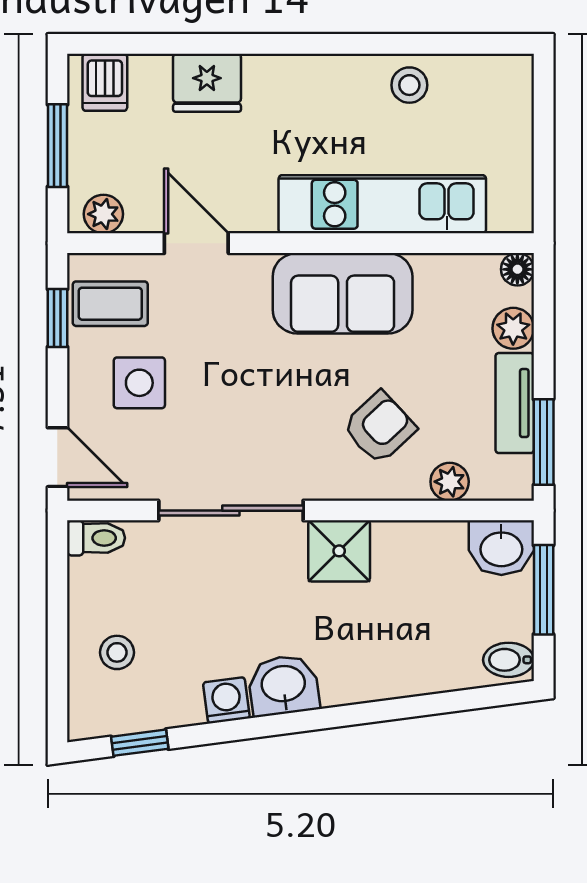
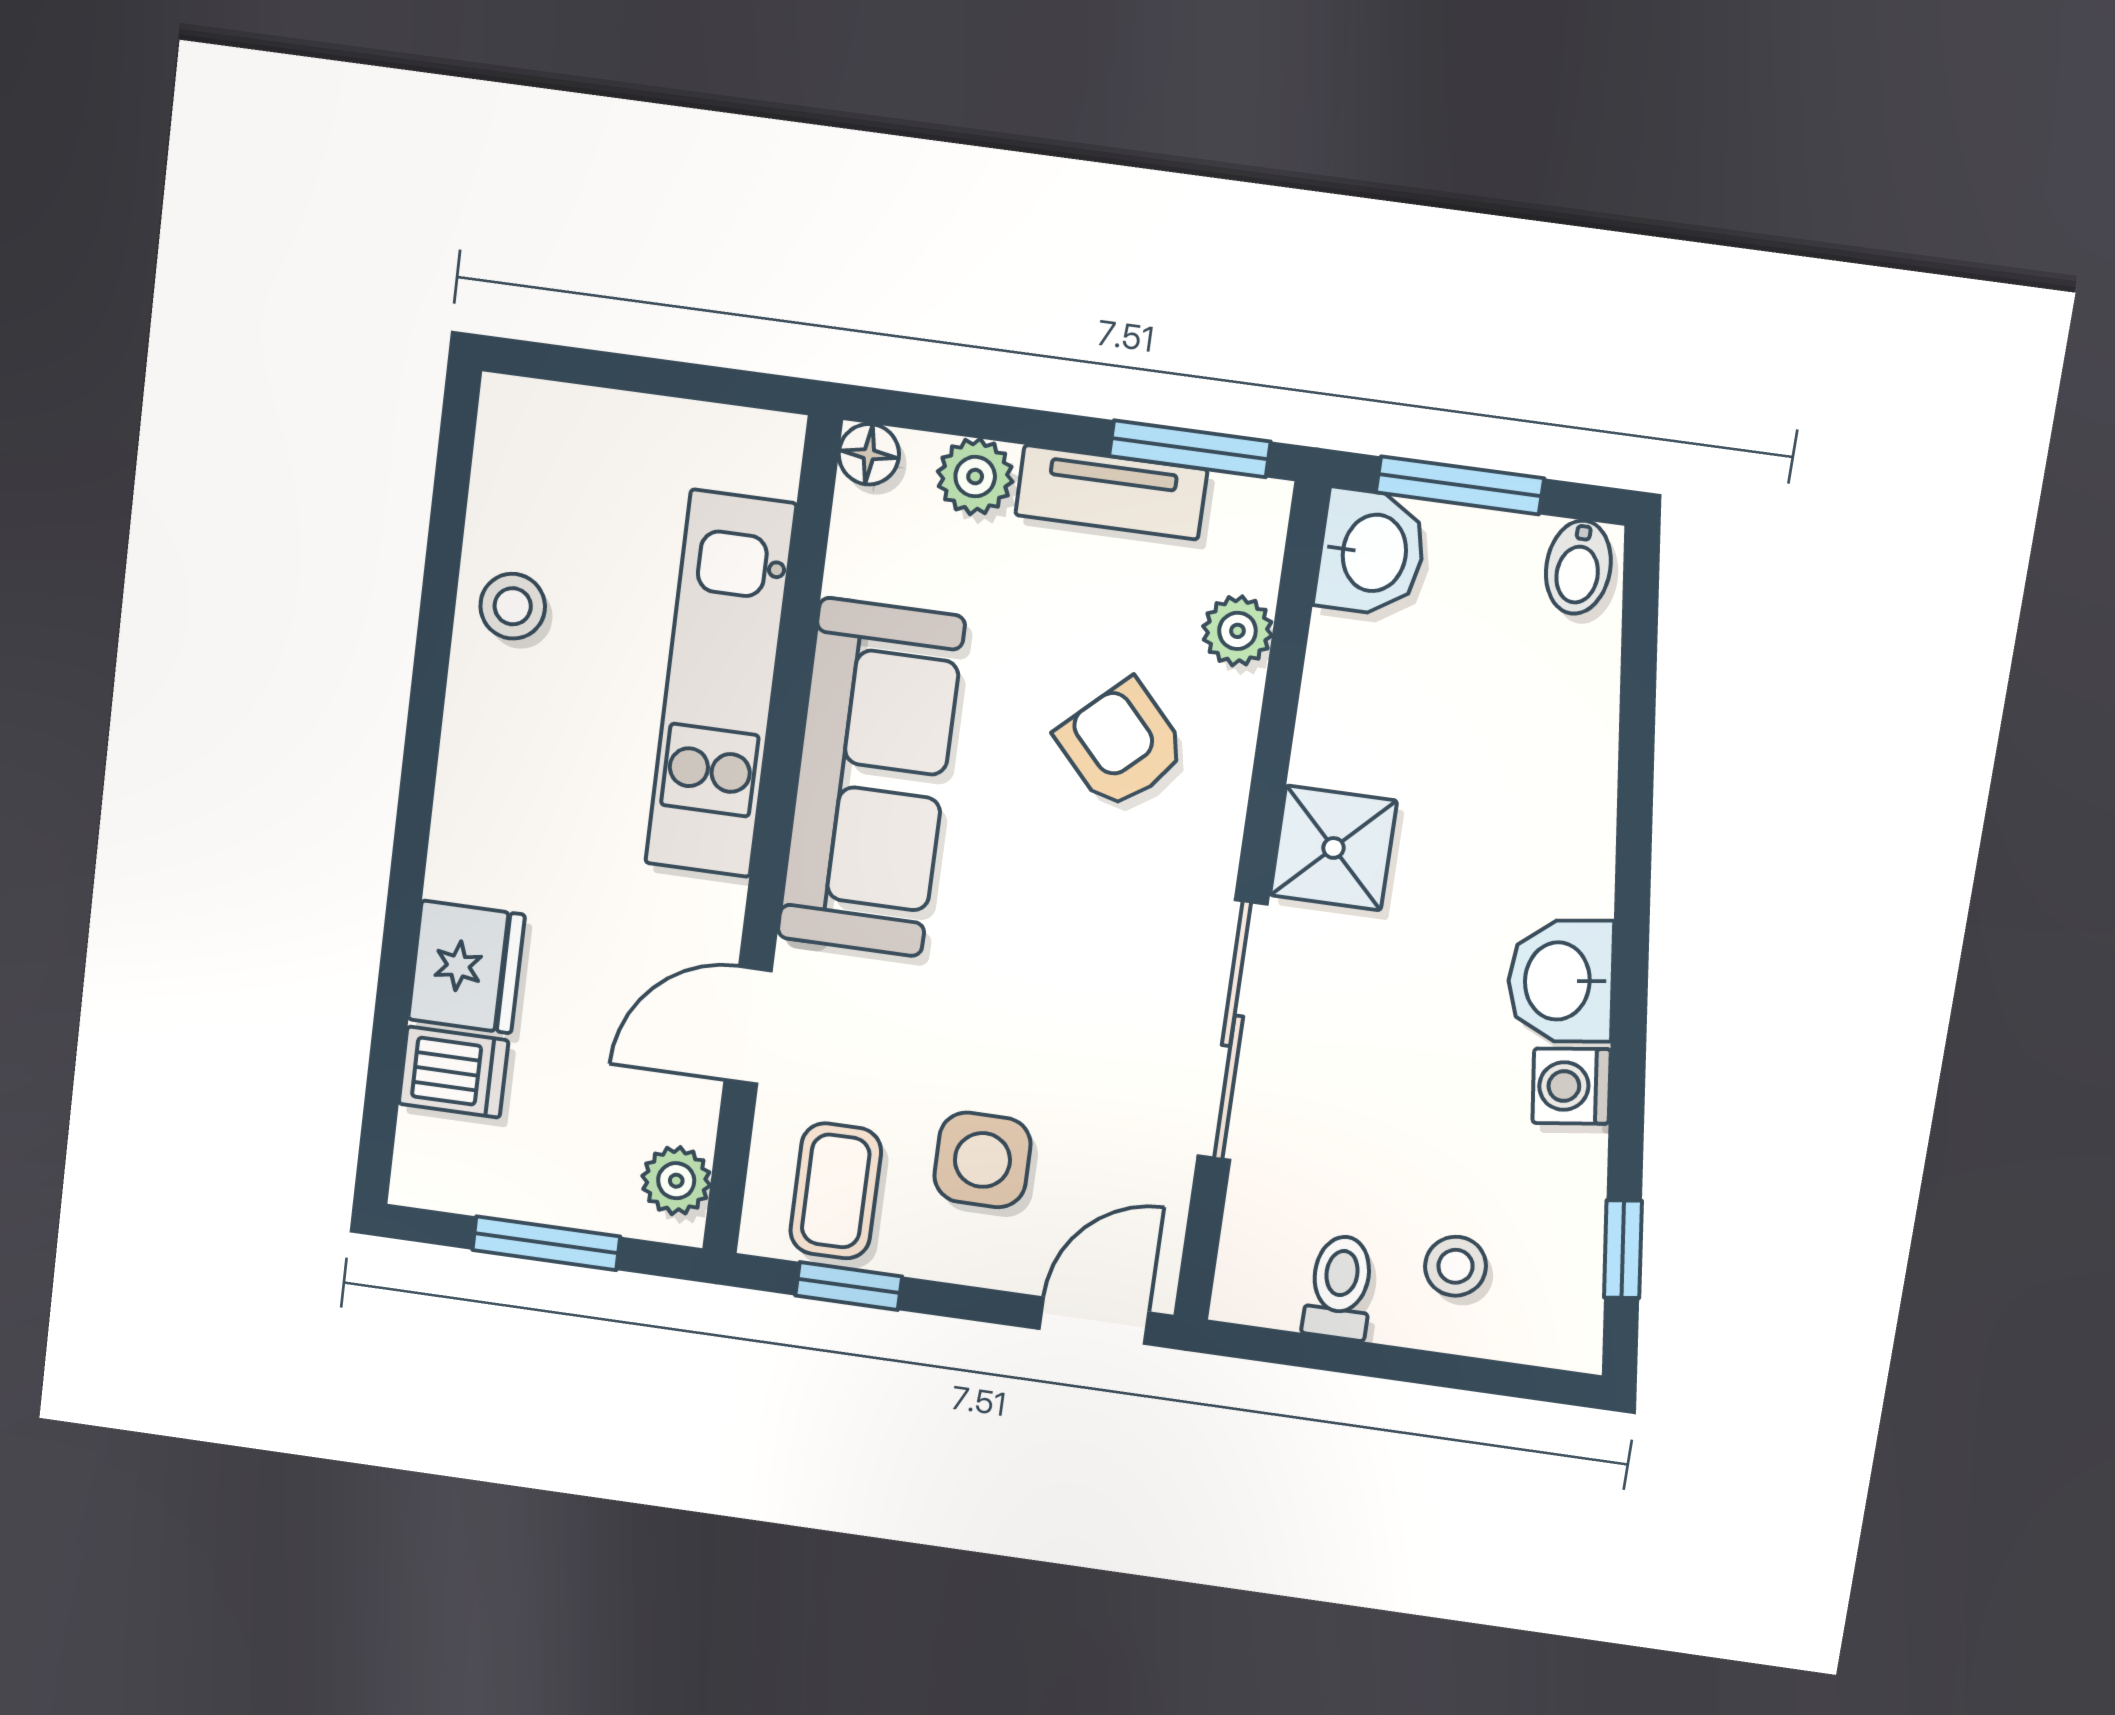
dishwasher: (105, 82) -> (454, 1072), moved
sofa: (343, 293) -> (871, 778), width x1.36
toilet: (96, 538) -> (1340, 1287), moved

